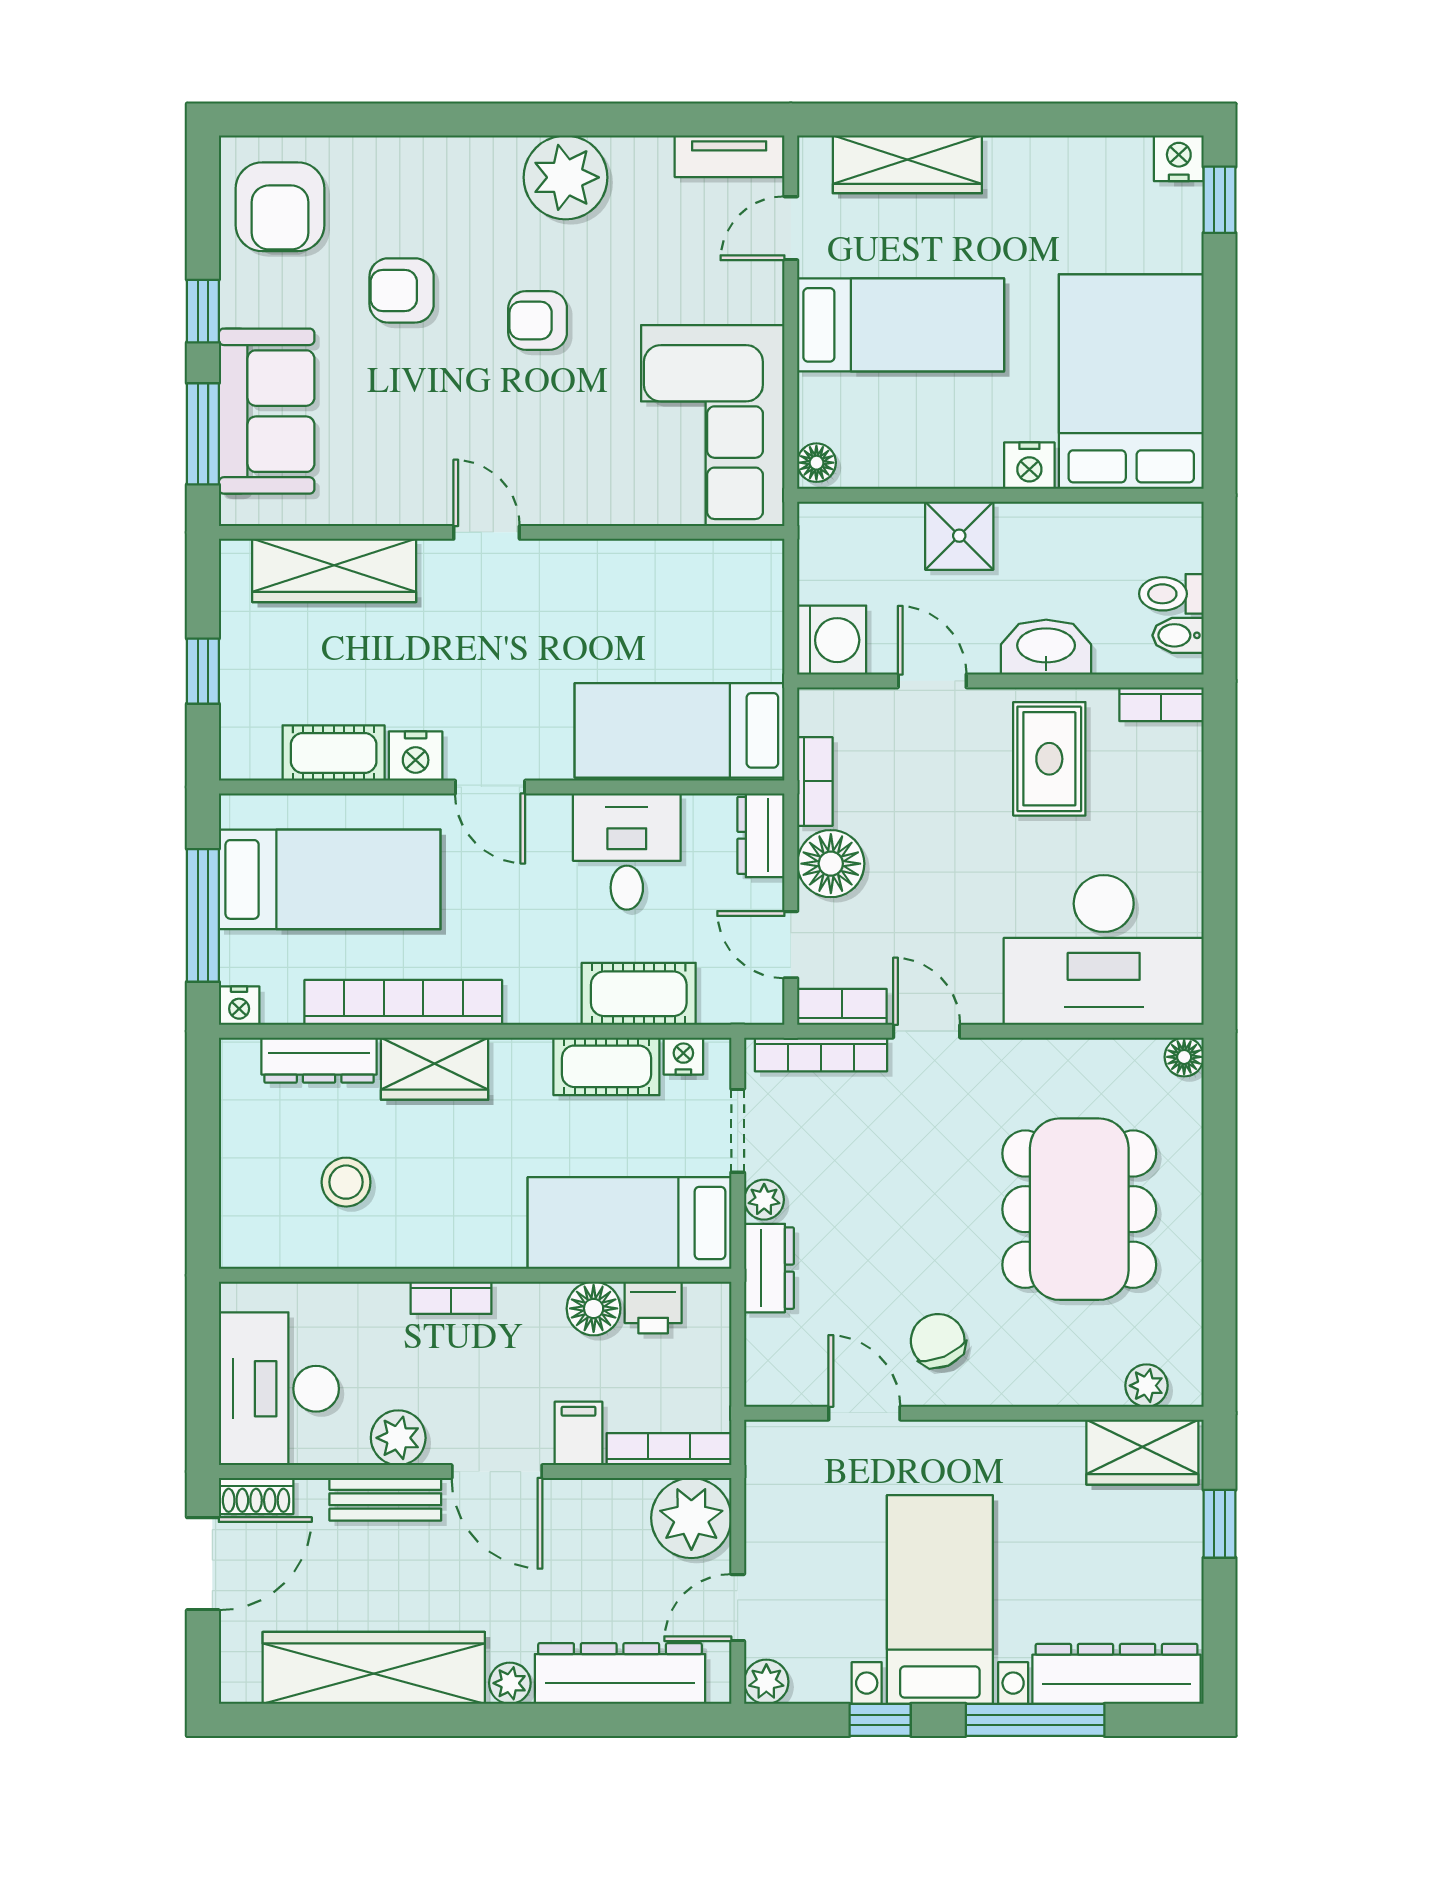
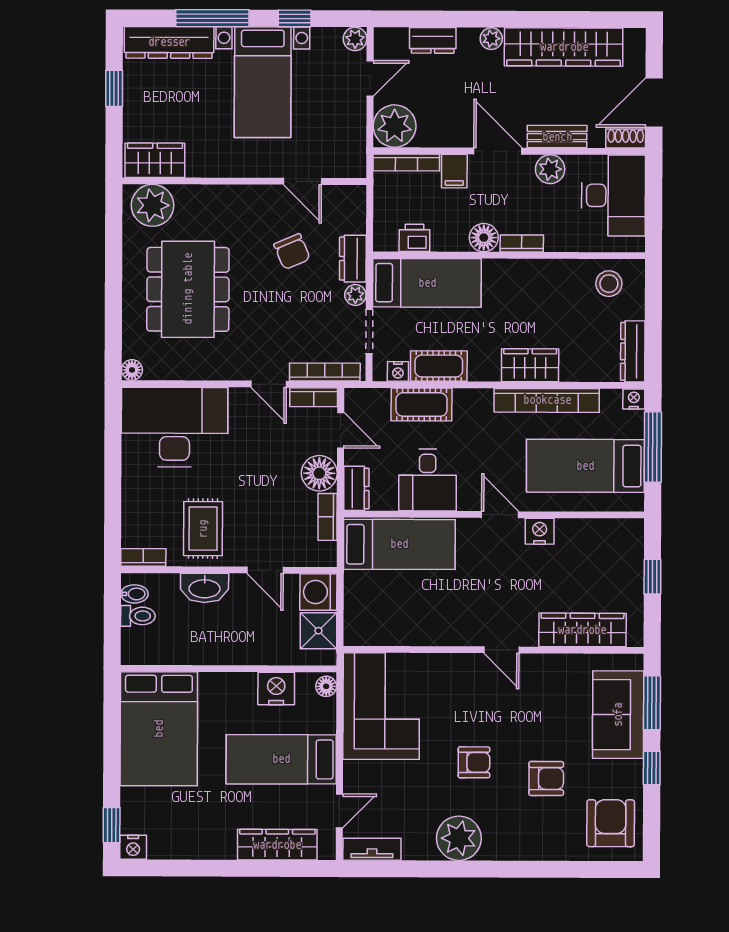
nightstand: (1029, 466) -> (276, 689), moved, width x1.36, depth x1.33
shower: (959, 536) -> (318, 631), moved
cot: (334, 753) -> (583, 533), removed
dresser: (319, 1060) -> (633, 351), moved, turned -90
stool: (346, 1182) -> (609, 284), moved
floor lamp: (594, 1308) -> (484, 238), moved
chair: (938, 1341) -> (292, 252), moved
plant: (1146, 1386) -> (153, 205), width x1.88, depth x1.88
window: (1220, 1524) -> (114, 88), moved
dresser: (620, 1674) -> (433, 40), width x0.51, depth x0.80

